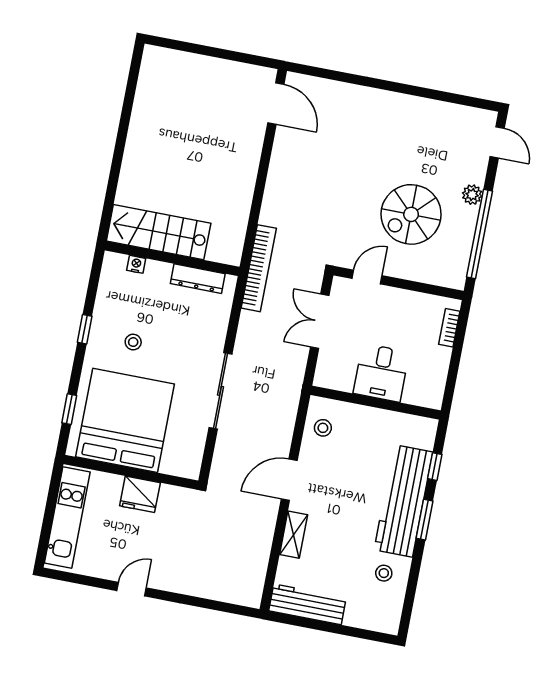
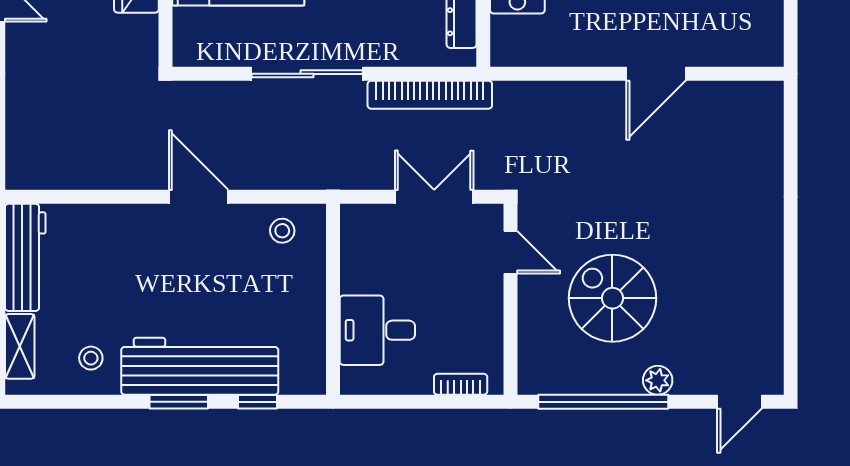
door: (276, 104) -> (656, 74), moved
bookcase: (259, 268) -> (430, 95), moved
desk: (381, 373) -> (377, 330), moved
shelving: (294, 535) -> (20, 346), moved, turned 90

